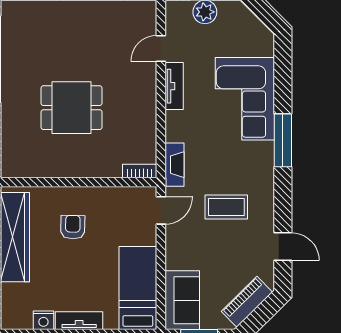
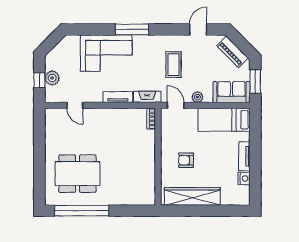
tv unit: (174, 86) -> (118, 97), moved
dining table: (72, 108) -> (77, 174), moved, width x1.37
plant: (174, 245) -> (197, 97), added

